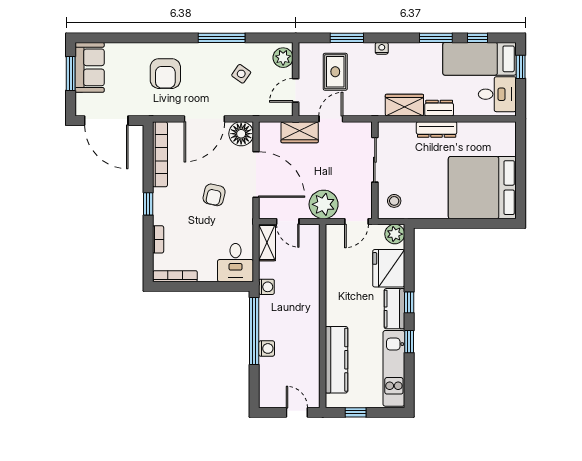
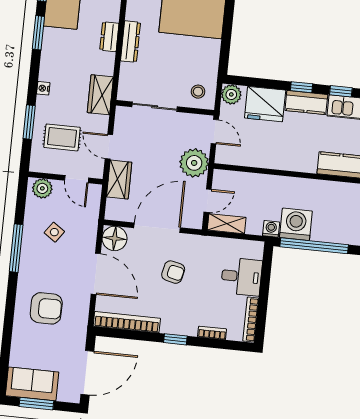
wardrobe: (404, 105) -> (100, 95), moved
desk: (235, 263) -> (241, 277), moved
washing machine: (267, 348) -> (296, 224), moved, width x1.89, depth x1.89

